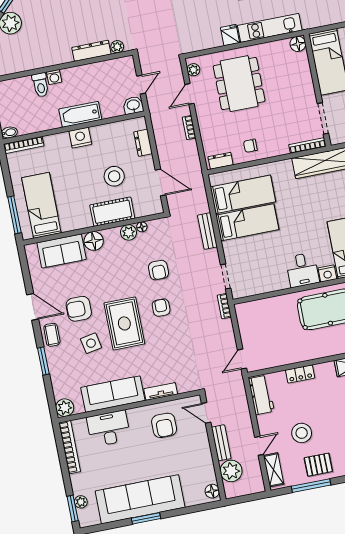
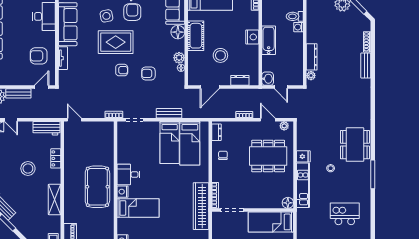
cot: (112, 212) -> (196, 36), moved
stool: (302, 433) -> (28, 168), moved

